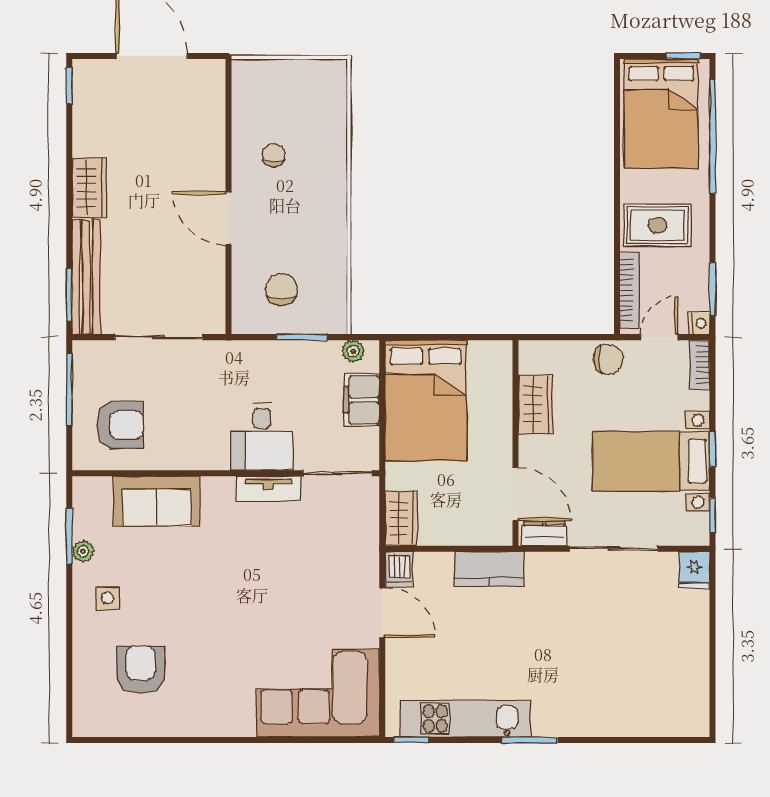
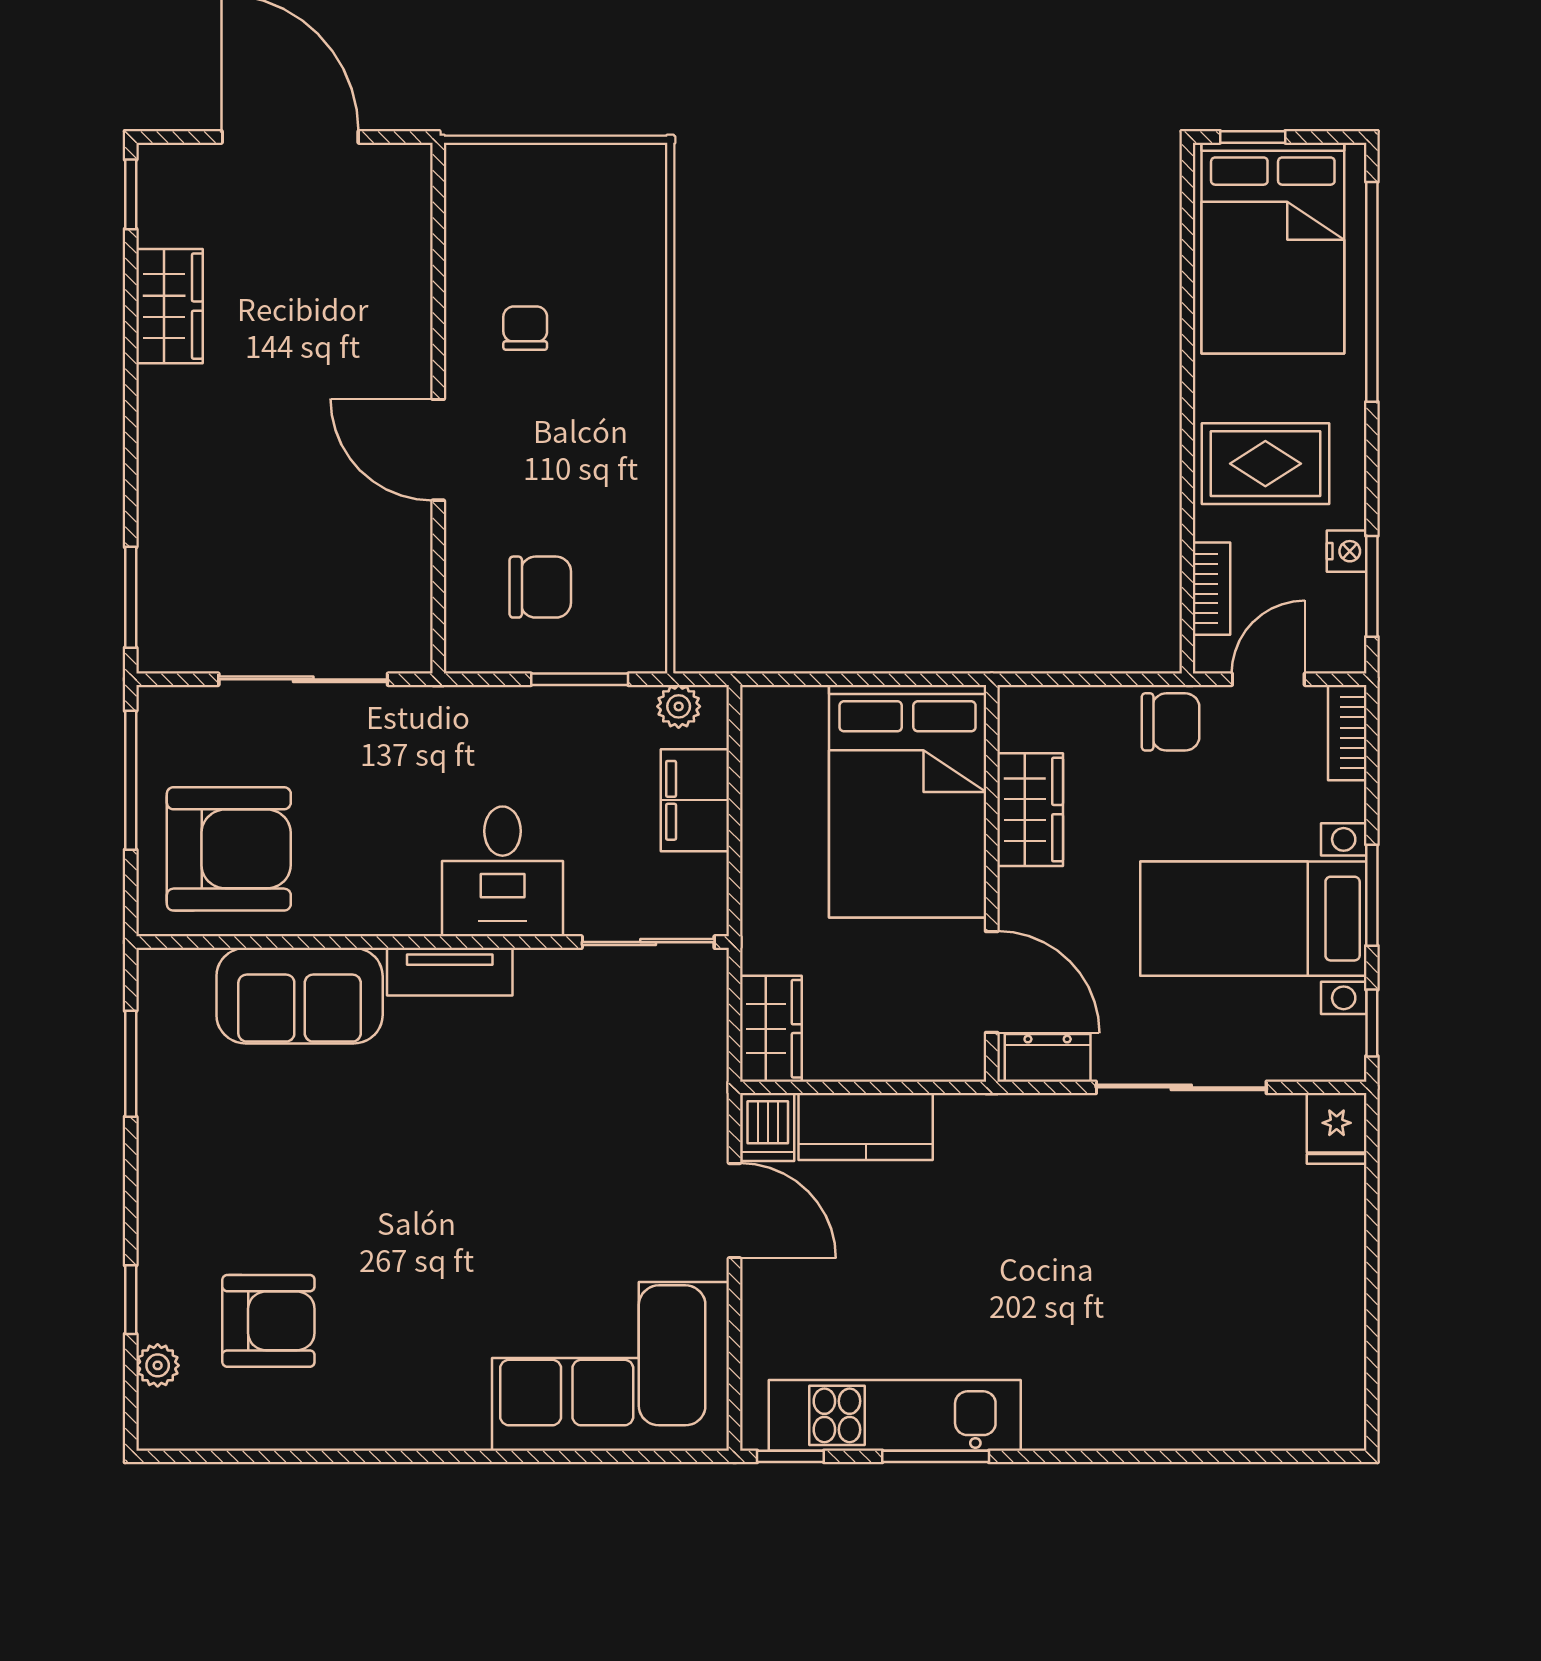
window: (684, 56) -> (1253, 137), moved
wardrobe: (89, 188) -> (170, 306), moved
bench: (86, 277) -> (164, 563), removed
chair: (281, 289) -> (540, 587), turned 90
bookcase: (629, 290) -> (1211, 589), width x0.64
nightstand: (699, 323) -> (1347, 551), moved
bed: (426, 400) -> (908, 801), moved
armchair: (120, 425) -> (229, 849), width x1.36, depth x1.36
window: (713, 449) -> (1372, 895), width x1.50
tv unit: (268, 489) -> (450, 972), moved
plant: (83, 551) -> (158, 1365), moved
kitchen counter: (489, 569) -> (866, 1127), moved
side table: (107, 598) -> (205, 1183), removed
window: (69, 659) -> (131, 1300), added
armchair: (141, 670) -> (268, 1321), turned 90
window: (530, 740) -> (936, 1456), moved

